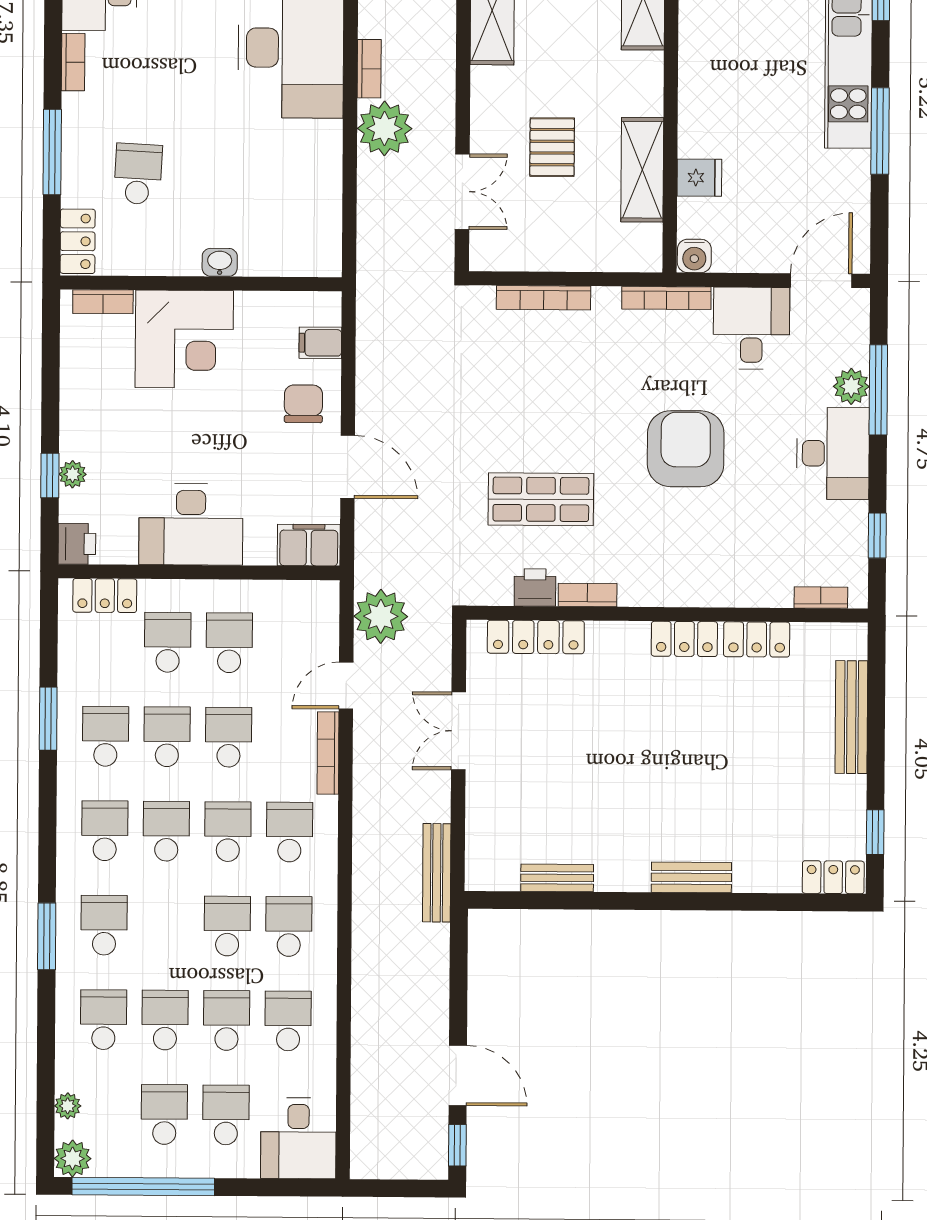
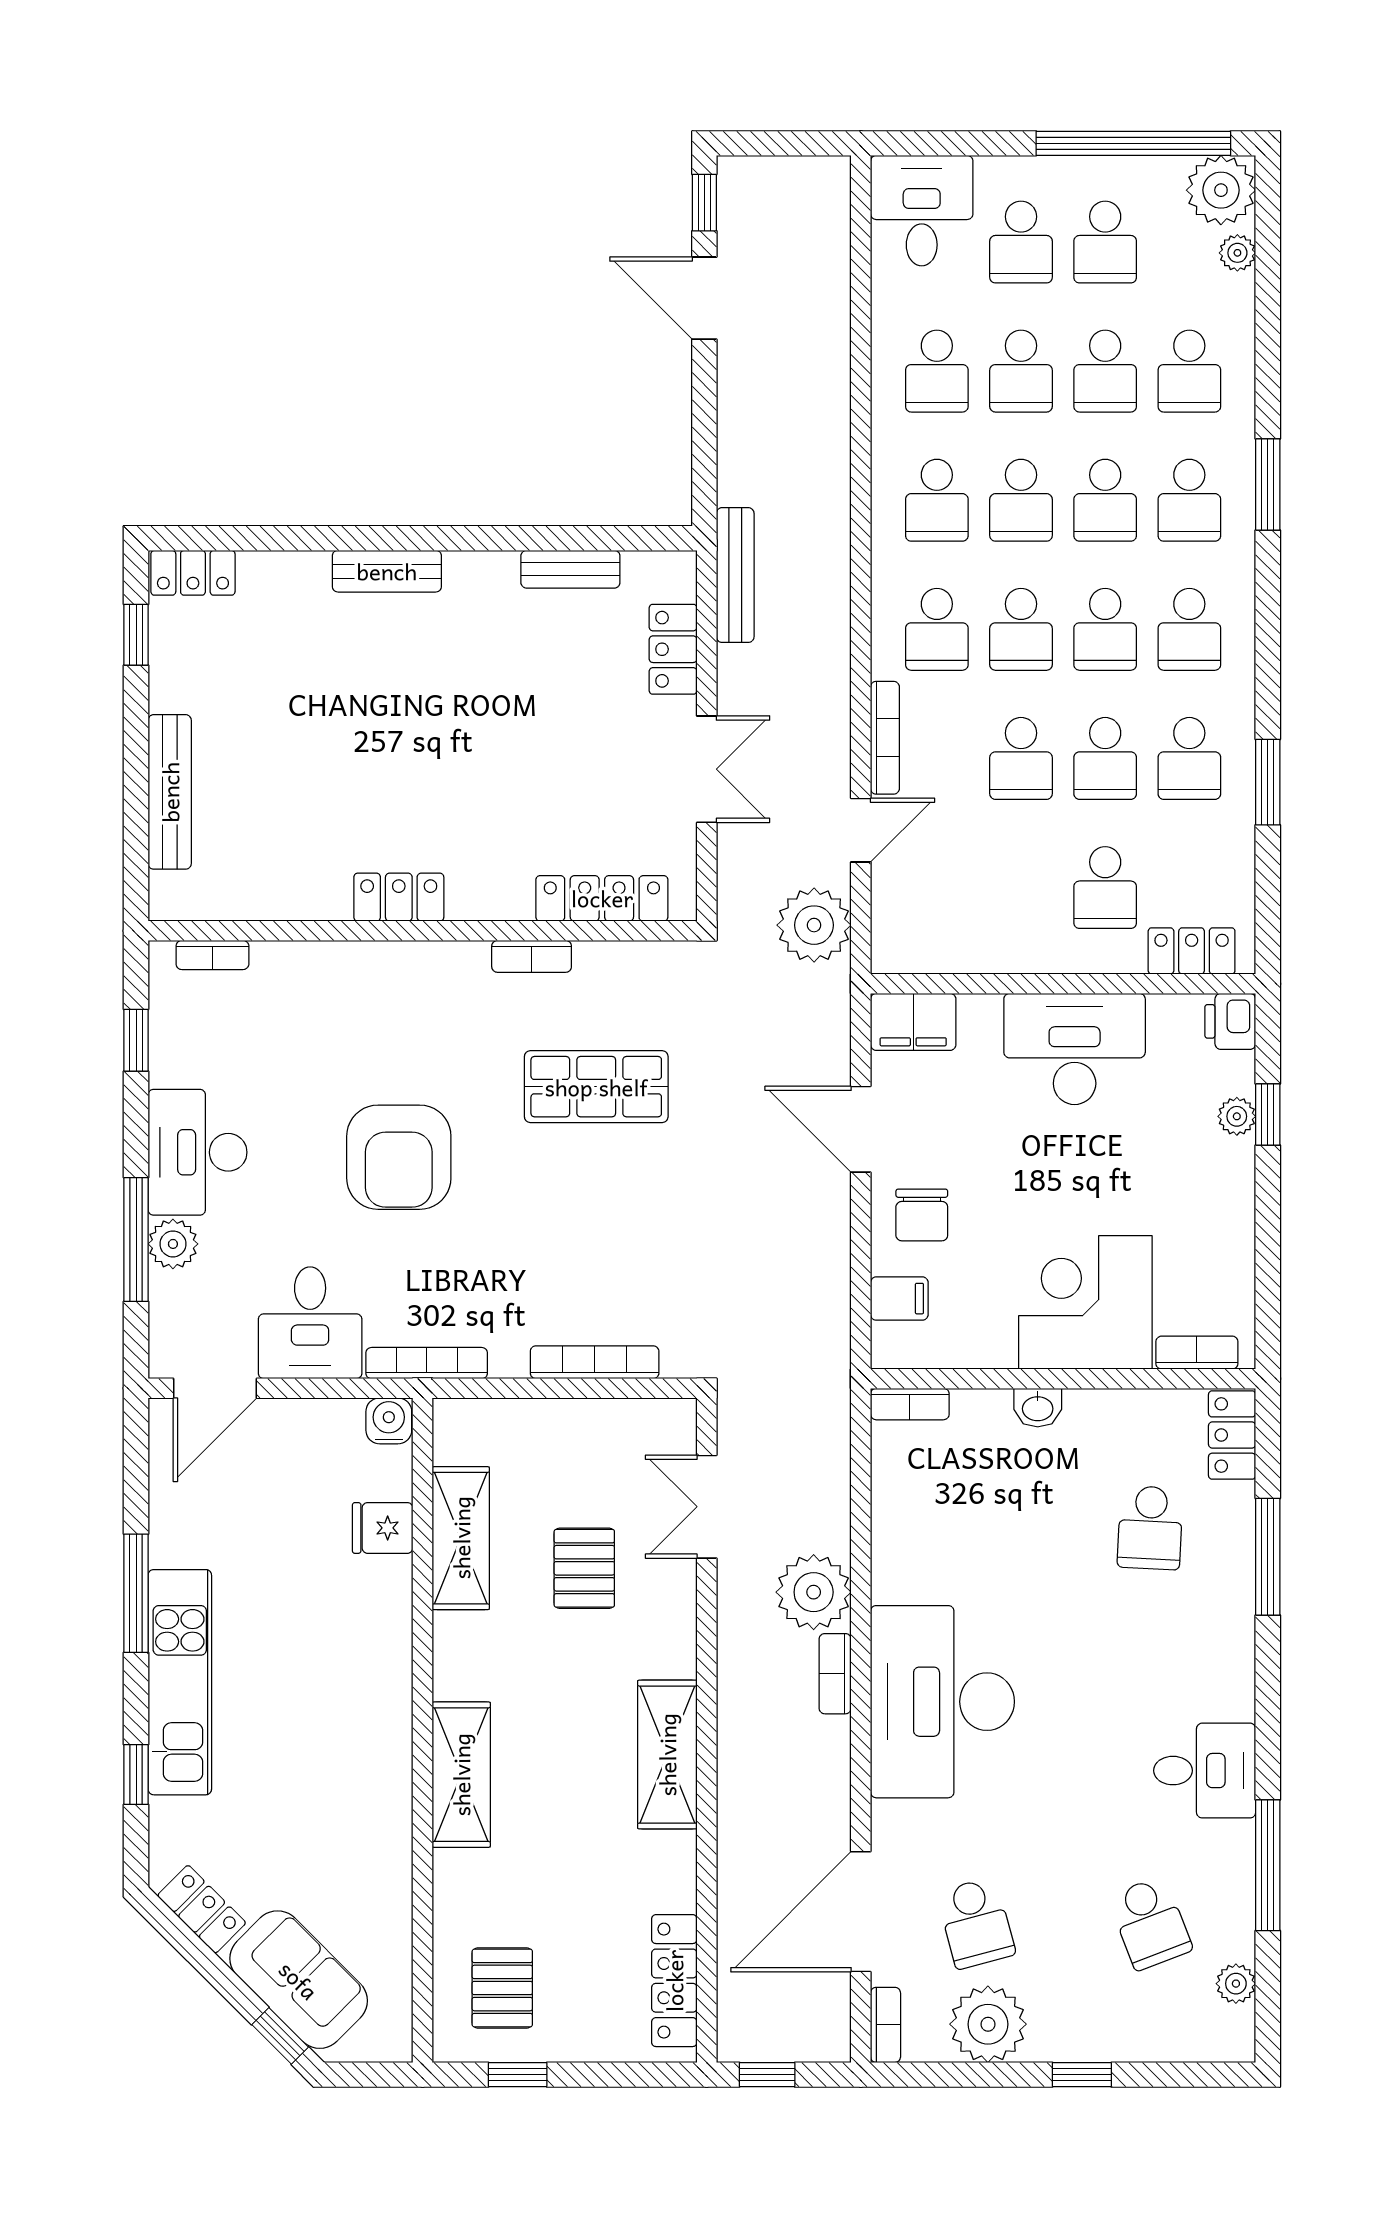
bookcase: (73, 62) -> (910, 1404), moved, turned -90
printer: (535, 588) -> (603, 966), removed
locker: (757, 639) -> (673, 649), moved, turned -90
school desk: (229, 643) -> (1105, 500), moved
plant: (73, 1159) -> (1221, 190), width x1.36, depth x1.36

